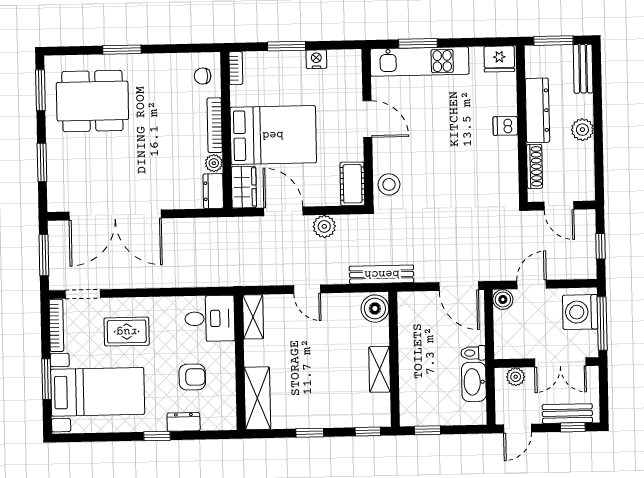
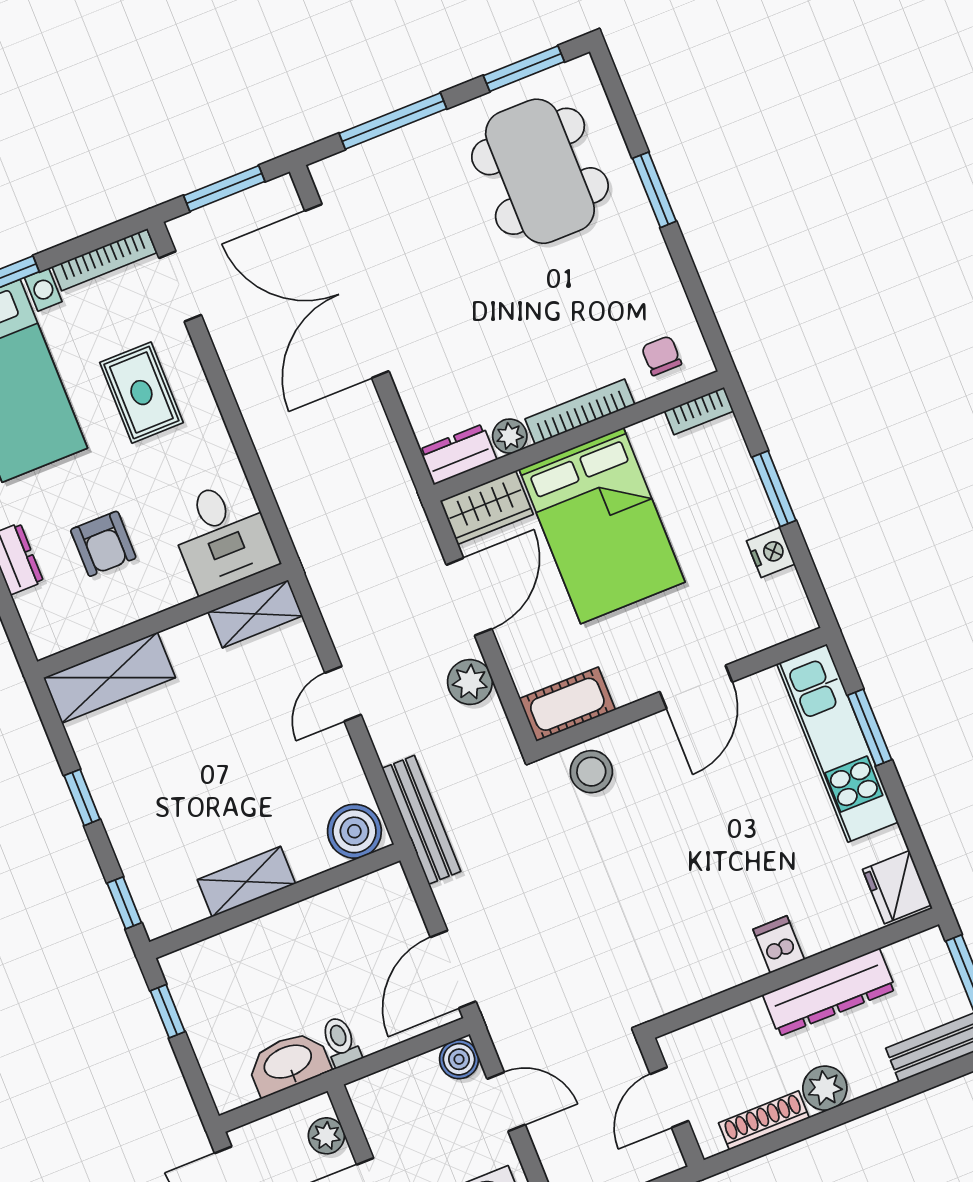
window: (42, 162) -> (393, 121), width x1.44
shoe rack: (535, 166) -> (764, 1120), moved, turned 180

